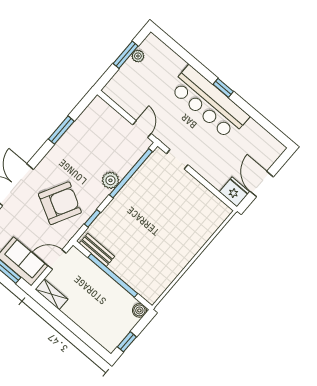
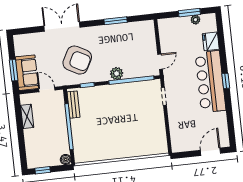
door: (262, 184) -> (210, 152), moved
fridge: (234, 192) -> (211, 41), moved, turned 180
shelving: (52, 294) -> (27, 116), moved

